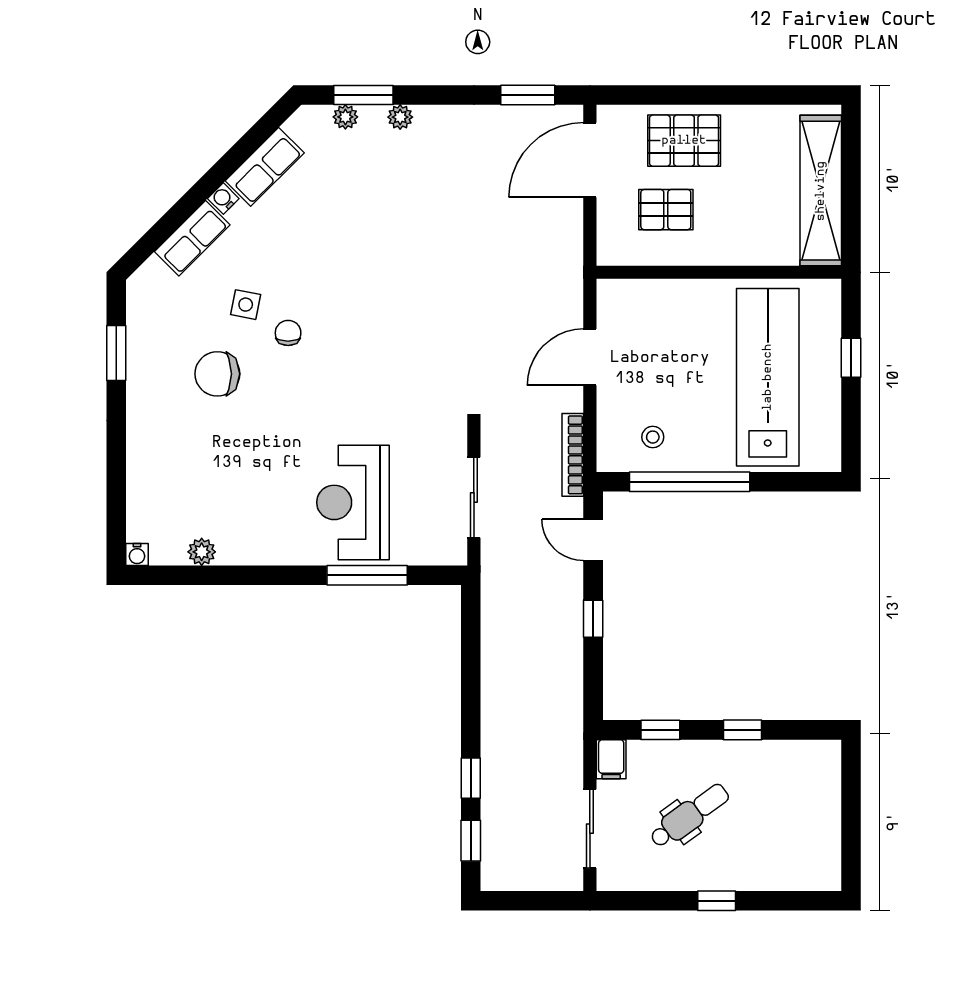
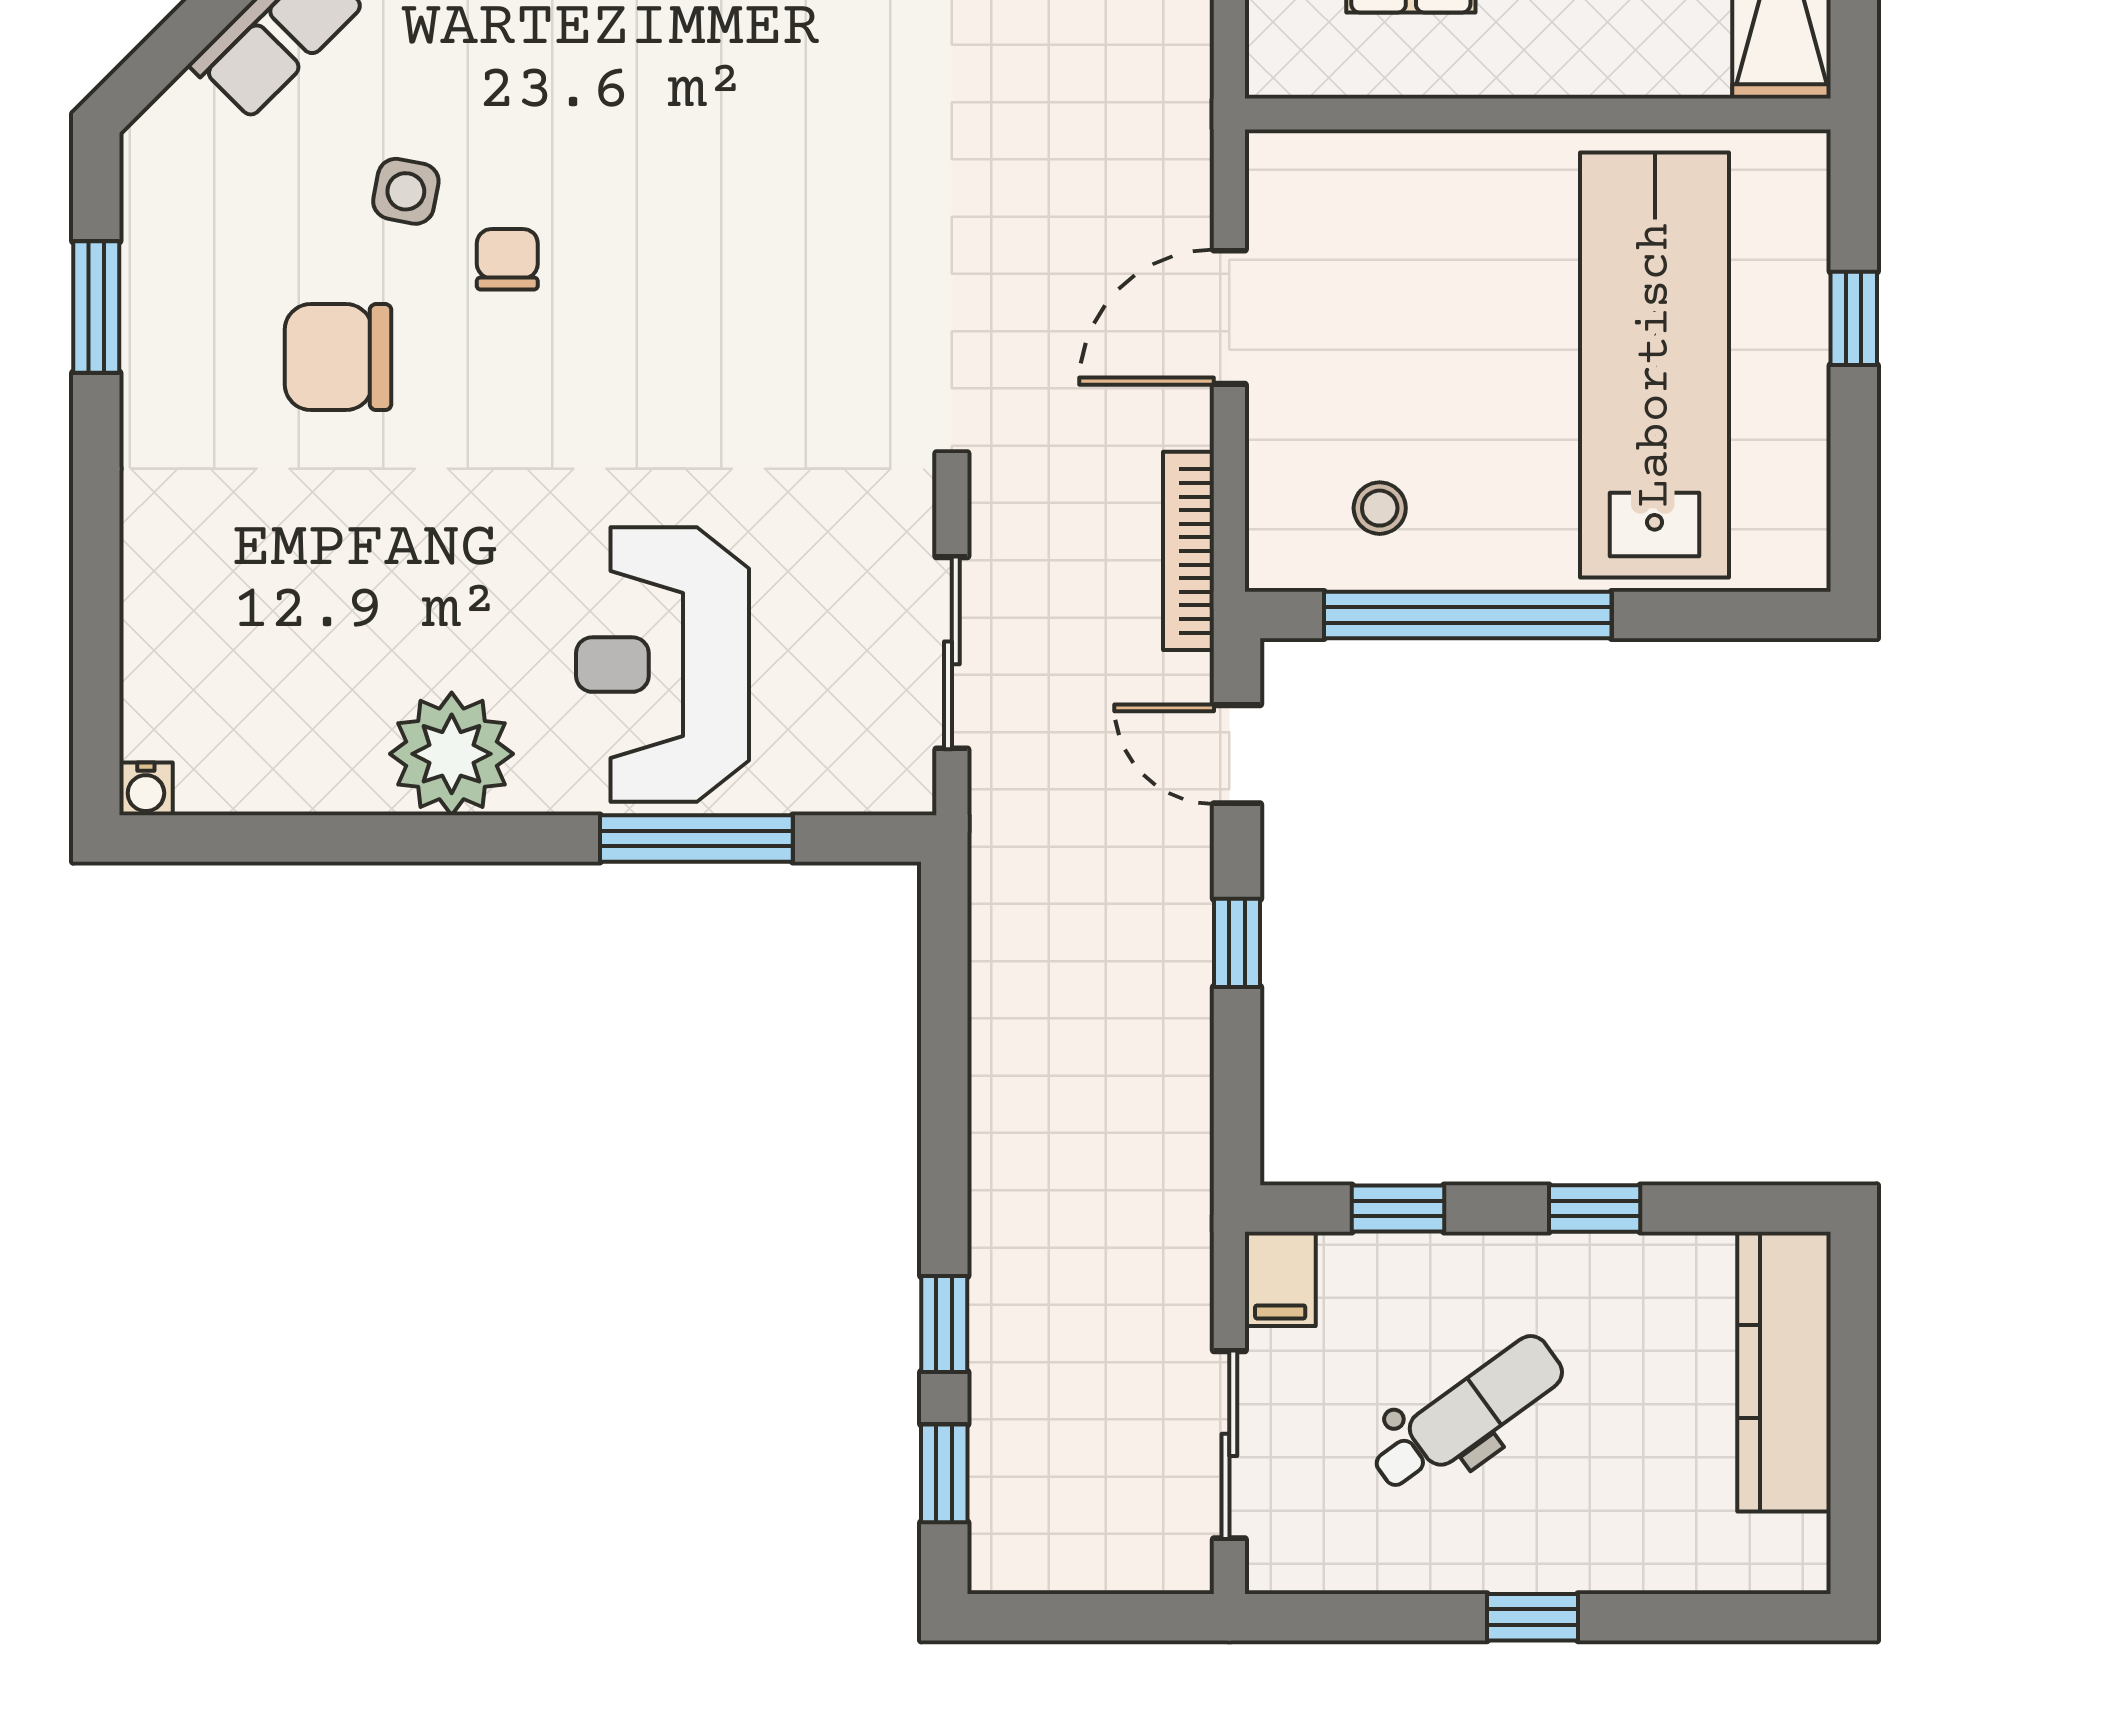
plant: (202, 552) -> (452, 754), moved, width x1.88, depth x1.88
kitchen counter: (822, 798) -> (1784, 1372), added

